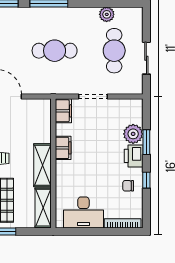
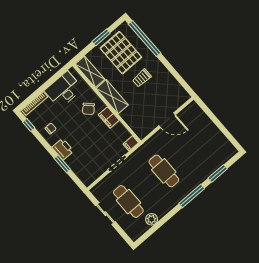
cafe table: (55, 51) -> (164, 171), turned 90
filing cabinet: (63, 111) -> (131, 143), width x0.50
plant: (133, 134) -> (74, 162), removed
chair: (75, 173) -> (88, 109), added
window: (146, 180) -> (29, 125), moved

